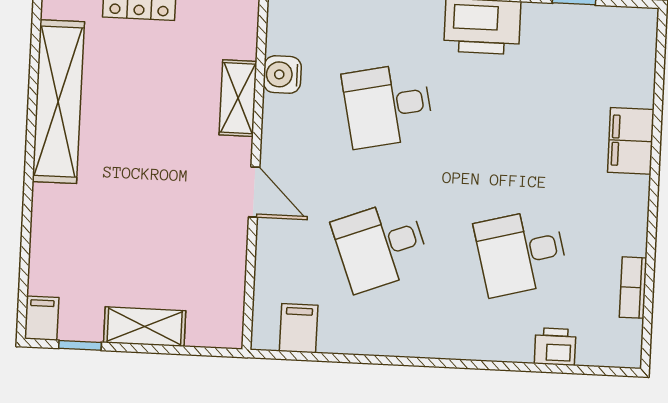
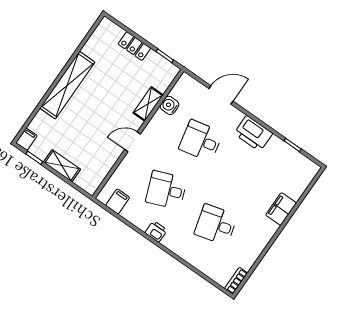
shelving: (58, 102) -> (67, 85), moved
door: (254, 192) -> (132, 142), swing flipped
bookcase: (633, 288) -> (236, 281), moved
printer: (555, 347) -> (156, 231), moved

